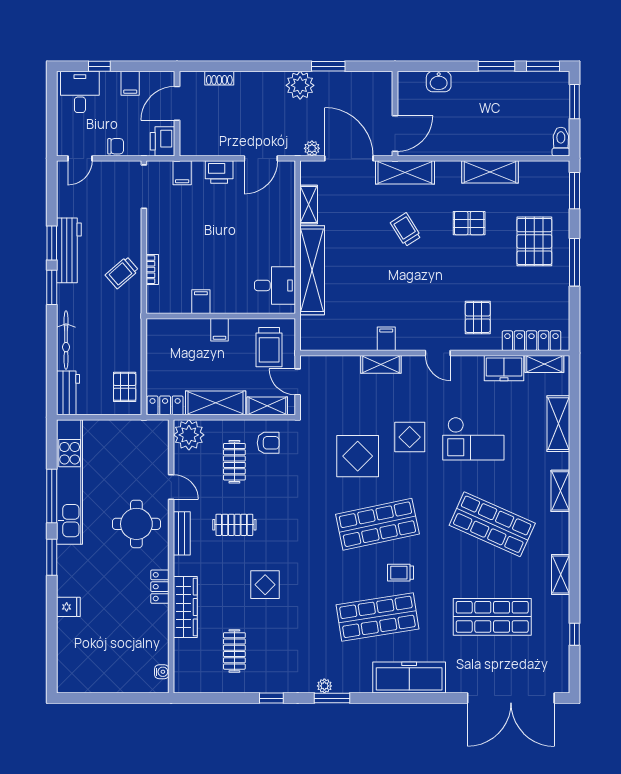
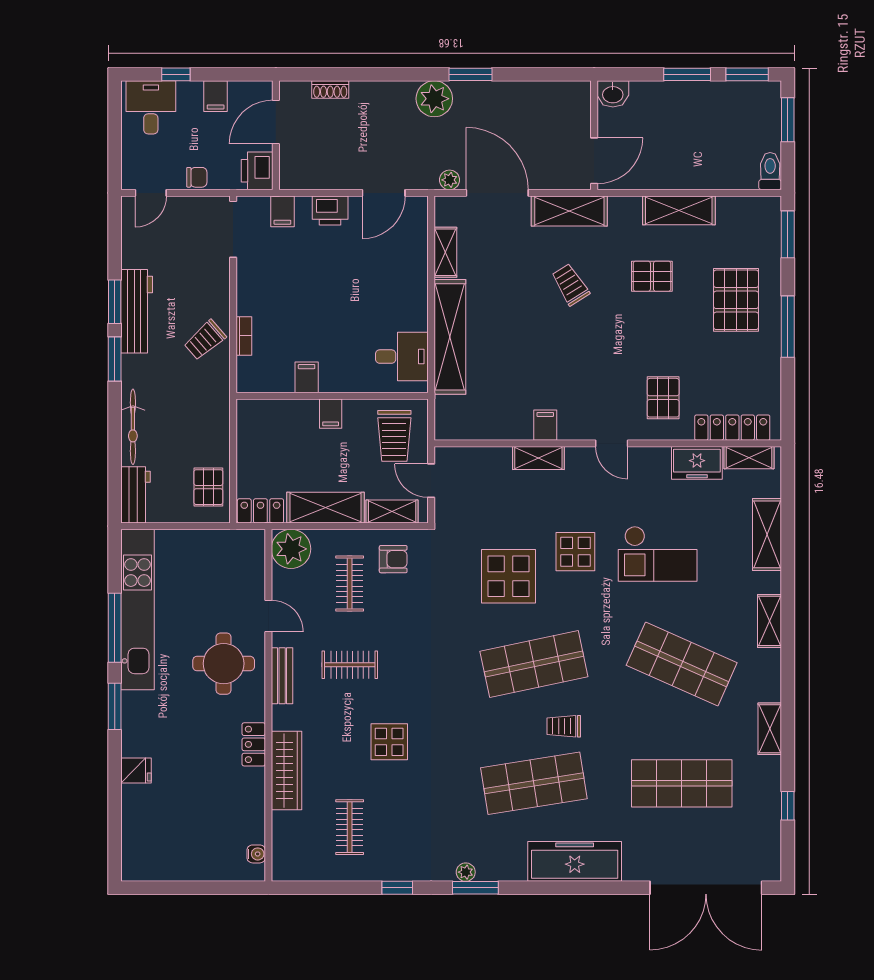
wall: (395, 114) -> (594, 135), moved
door: (395, 133) -> (594, 161), moved

